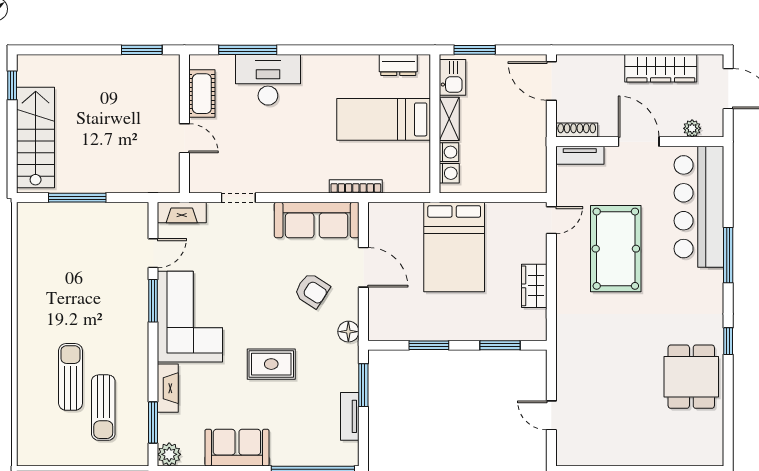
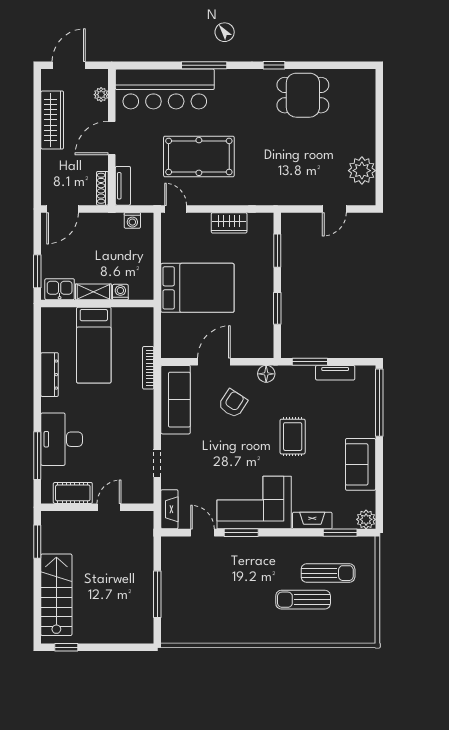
dresser: (398, 65) -> (50, 375), moved, width x1.44
stairs: (36, 137) -> (56, 595), moved, turned 90
washing machine: (449, 173) -> (132, 220), moved, turned 180
plant: (599, 449) -> (362, 171), added

